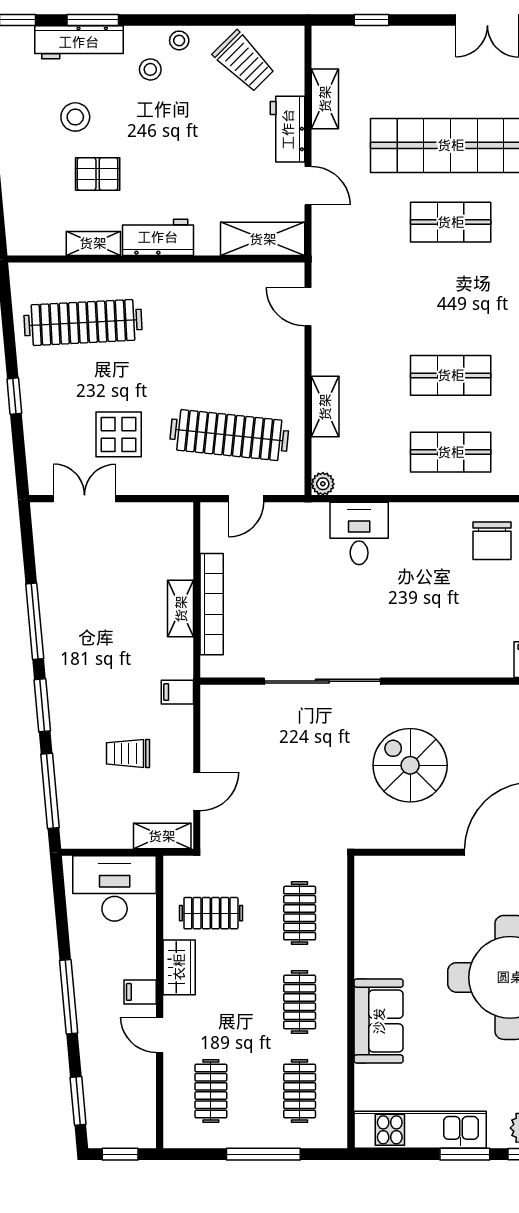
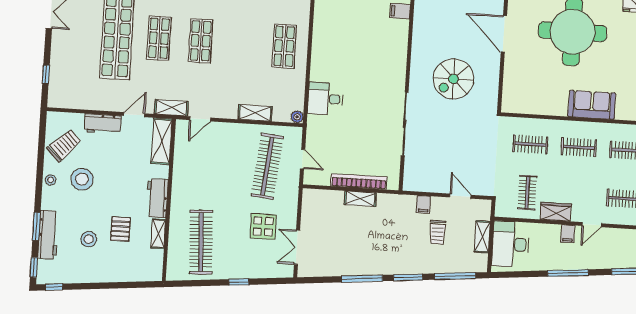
stool: (150, 69) -> (82, 179), moved, width x1.89, depth x1.89
shelving: (325, 99) -> (171, 108), moved
shop shelf: (451, 375) -> (201, 41), moved
chair: (492, 541) -> (334, 27), removed
filing cabinet: (177, 692) -> (423, 204), moved
shelving: (162, 836) -> (482, 237), moved

